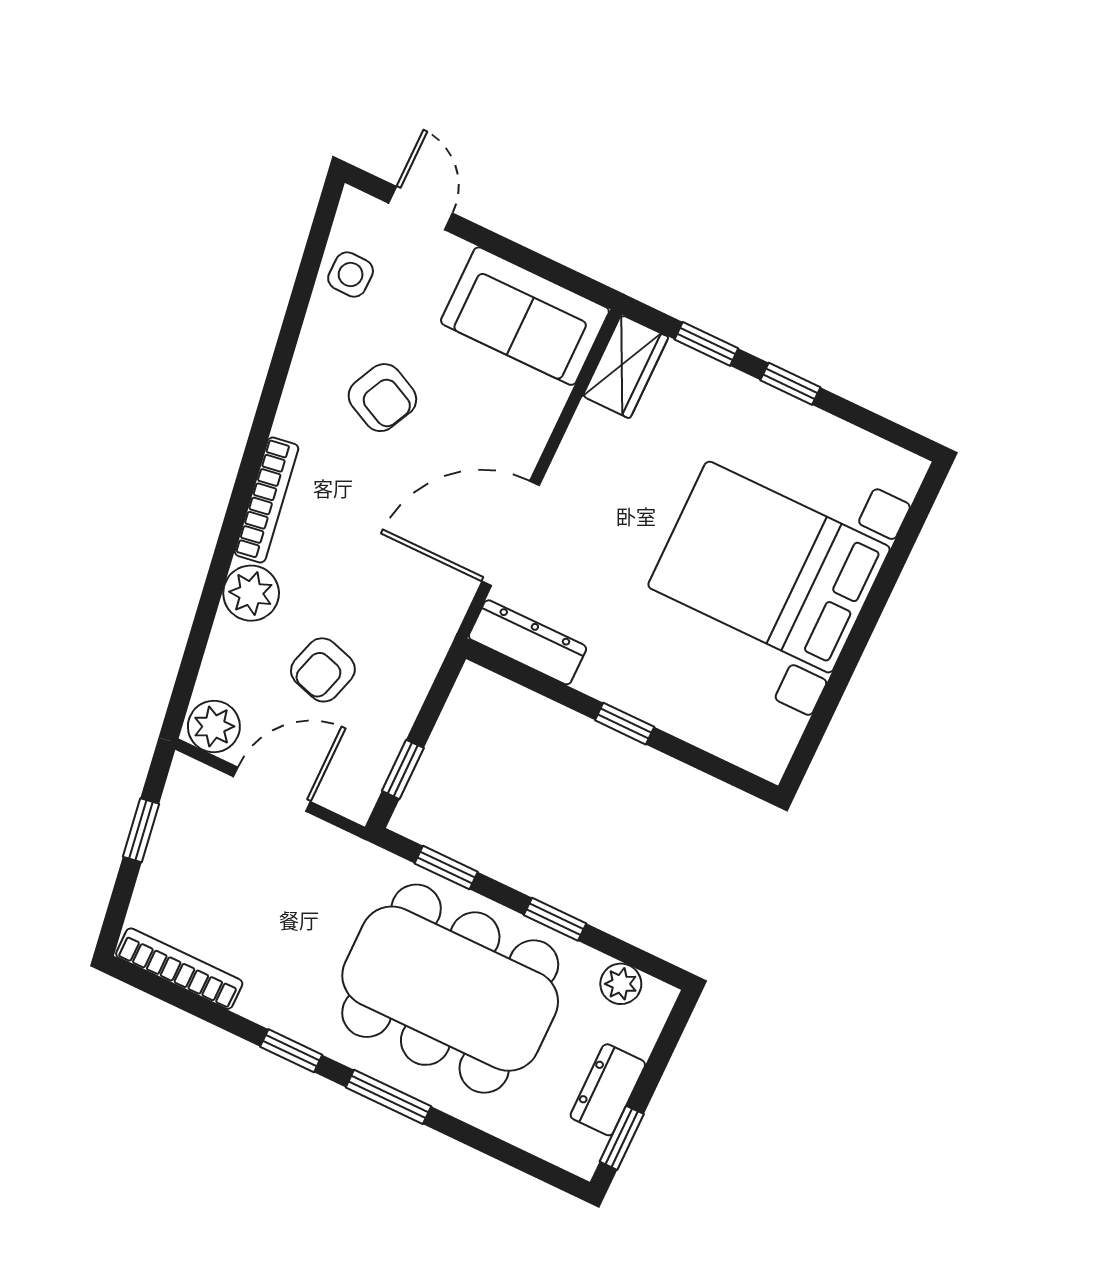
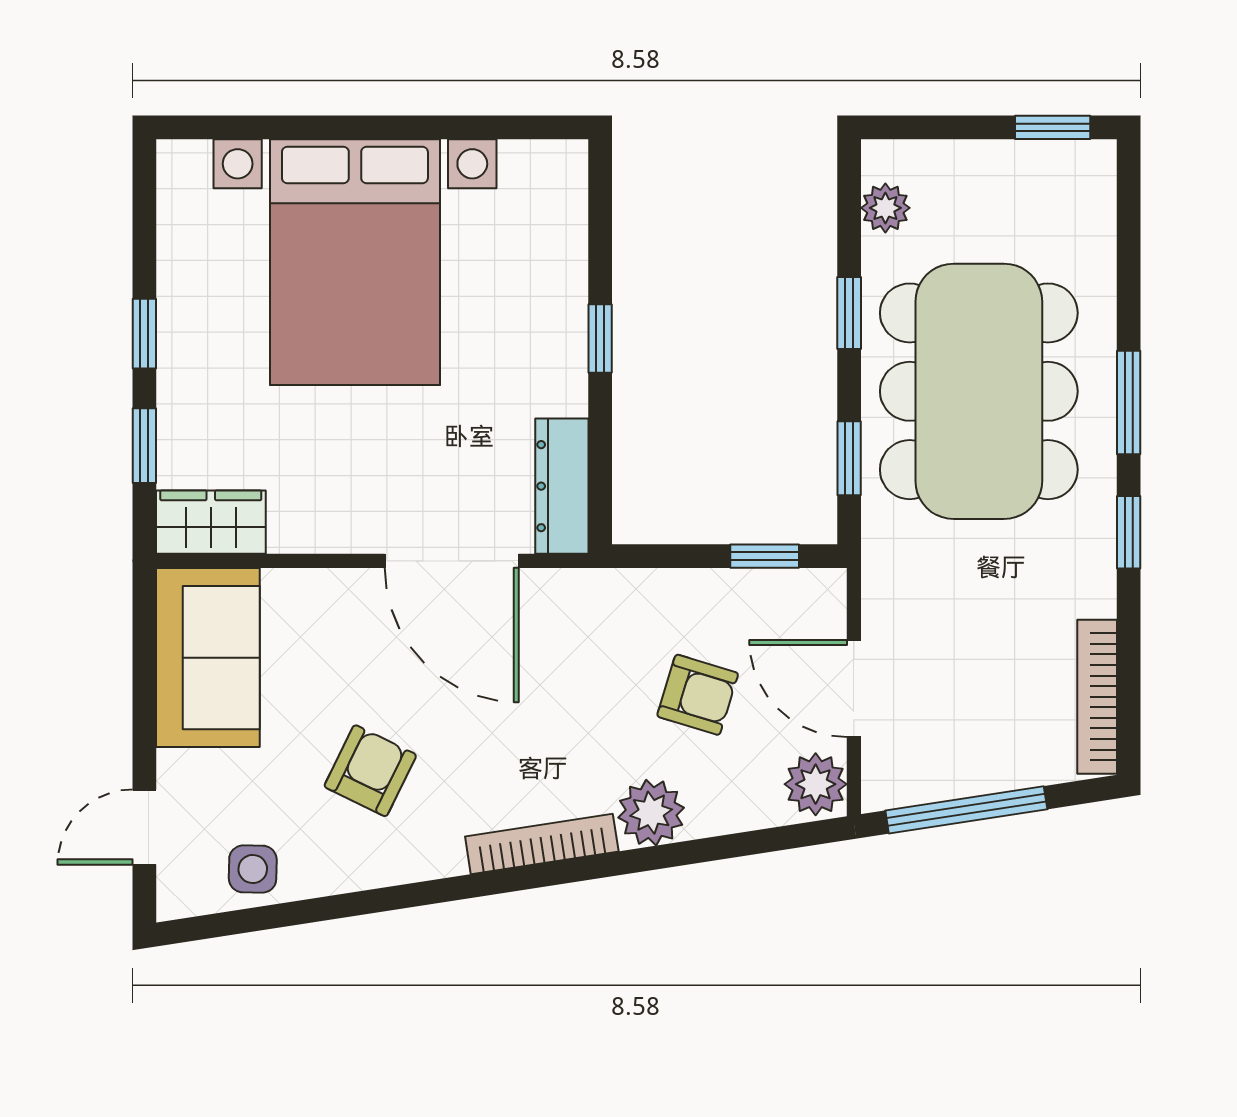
window: (141, 830) -> (966, 810), width x2.17
dresser: (608, 1090) -> (1008, 167), removed

